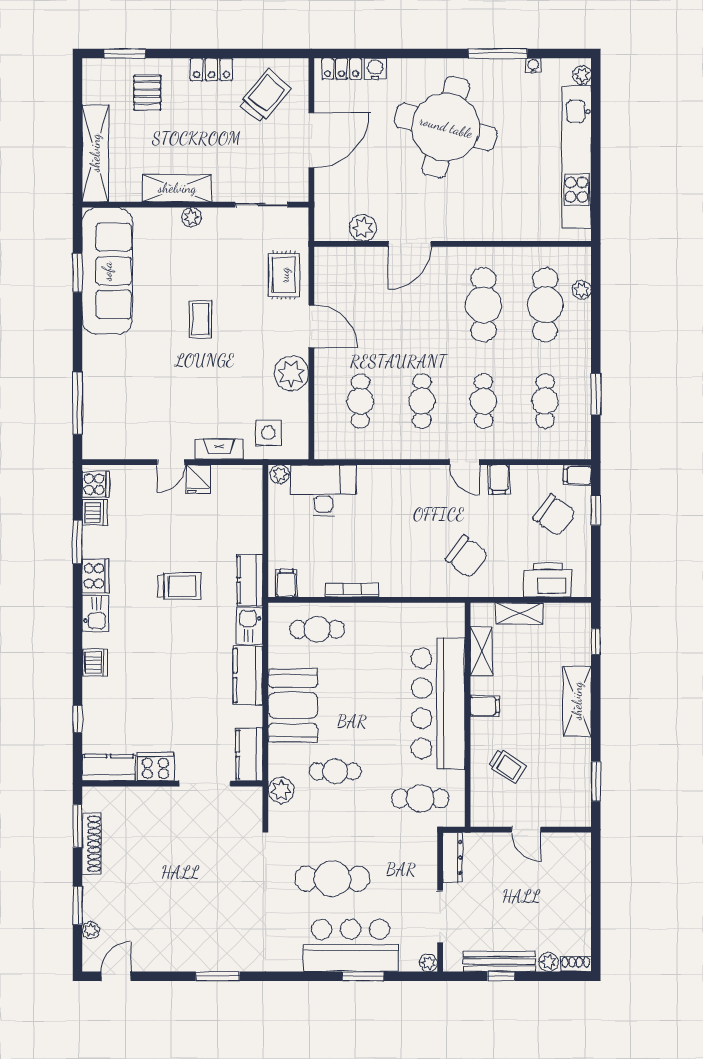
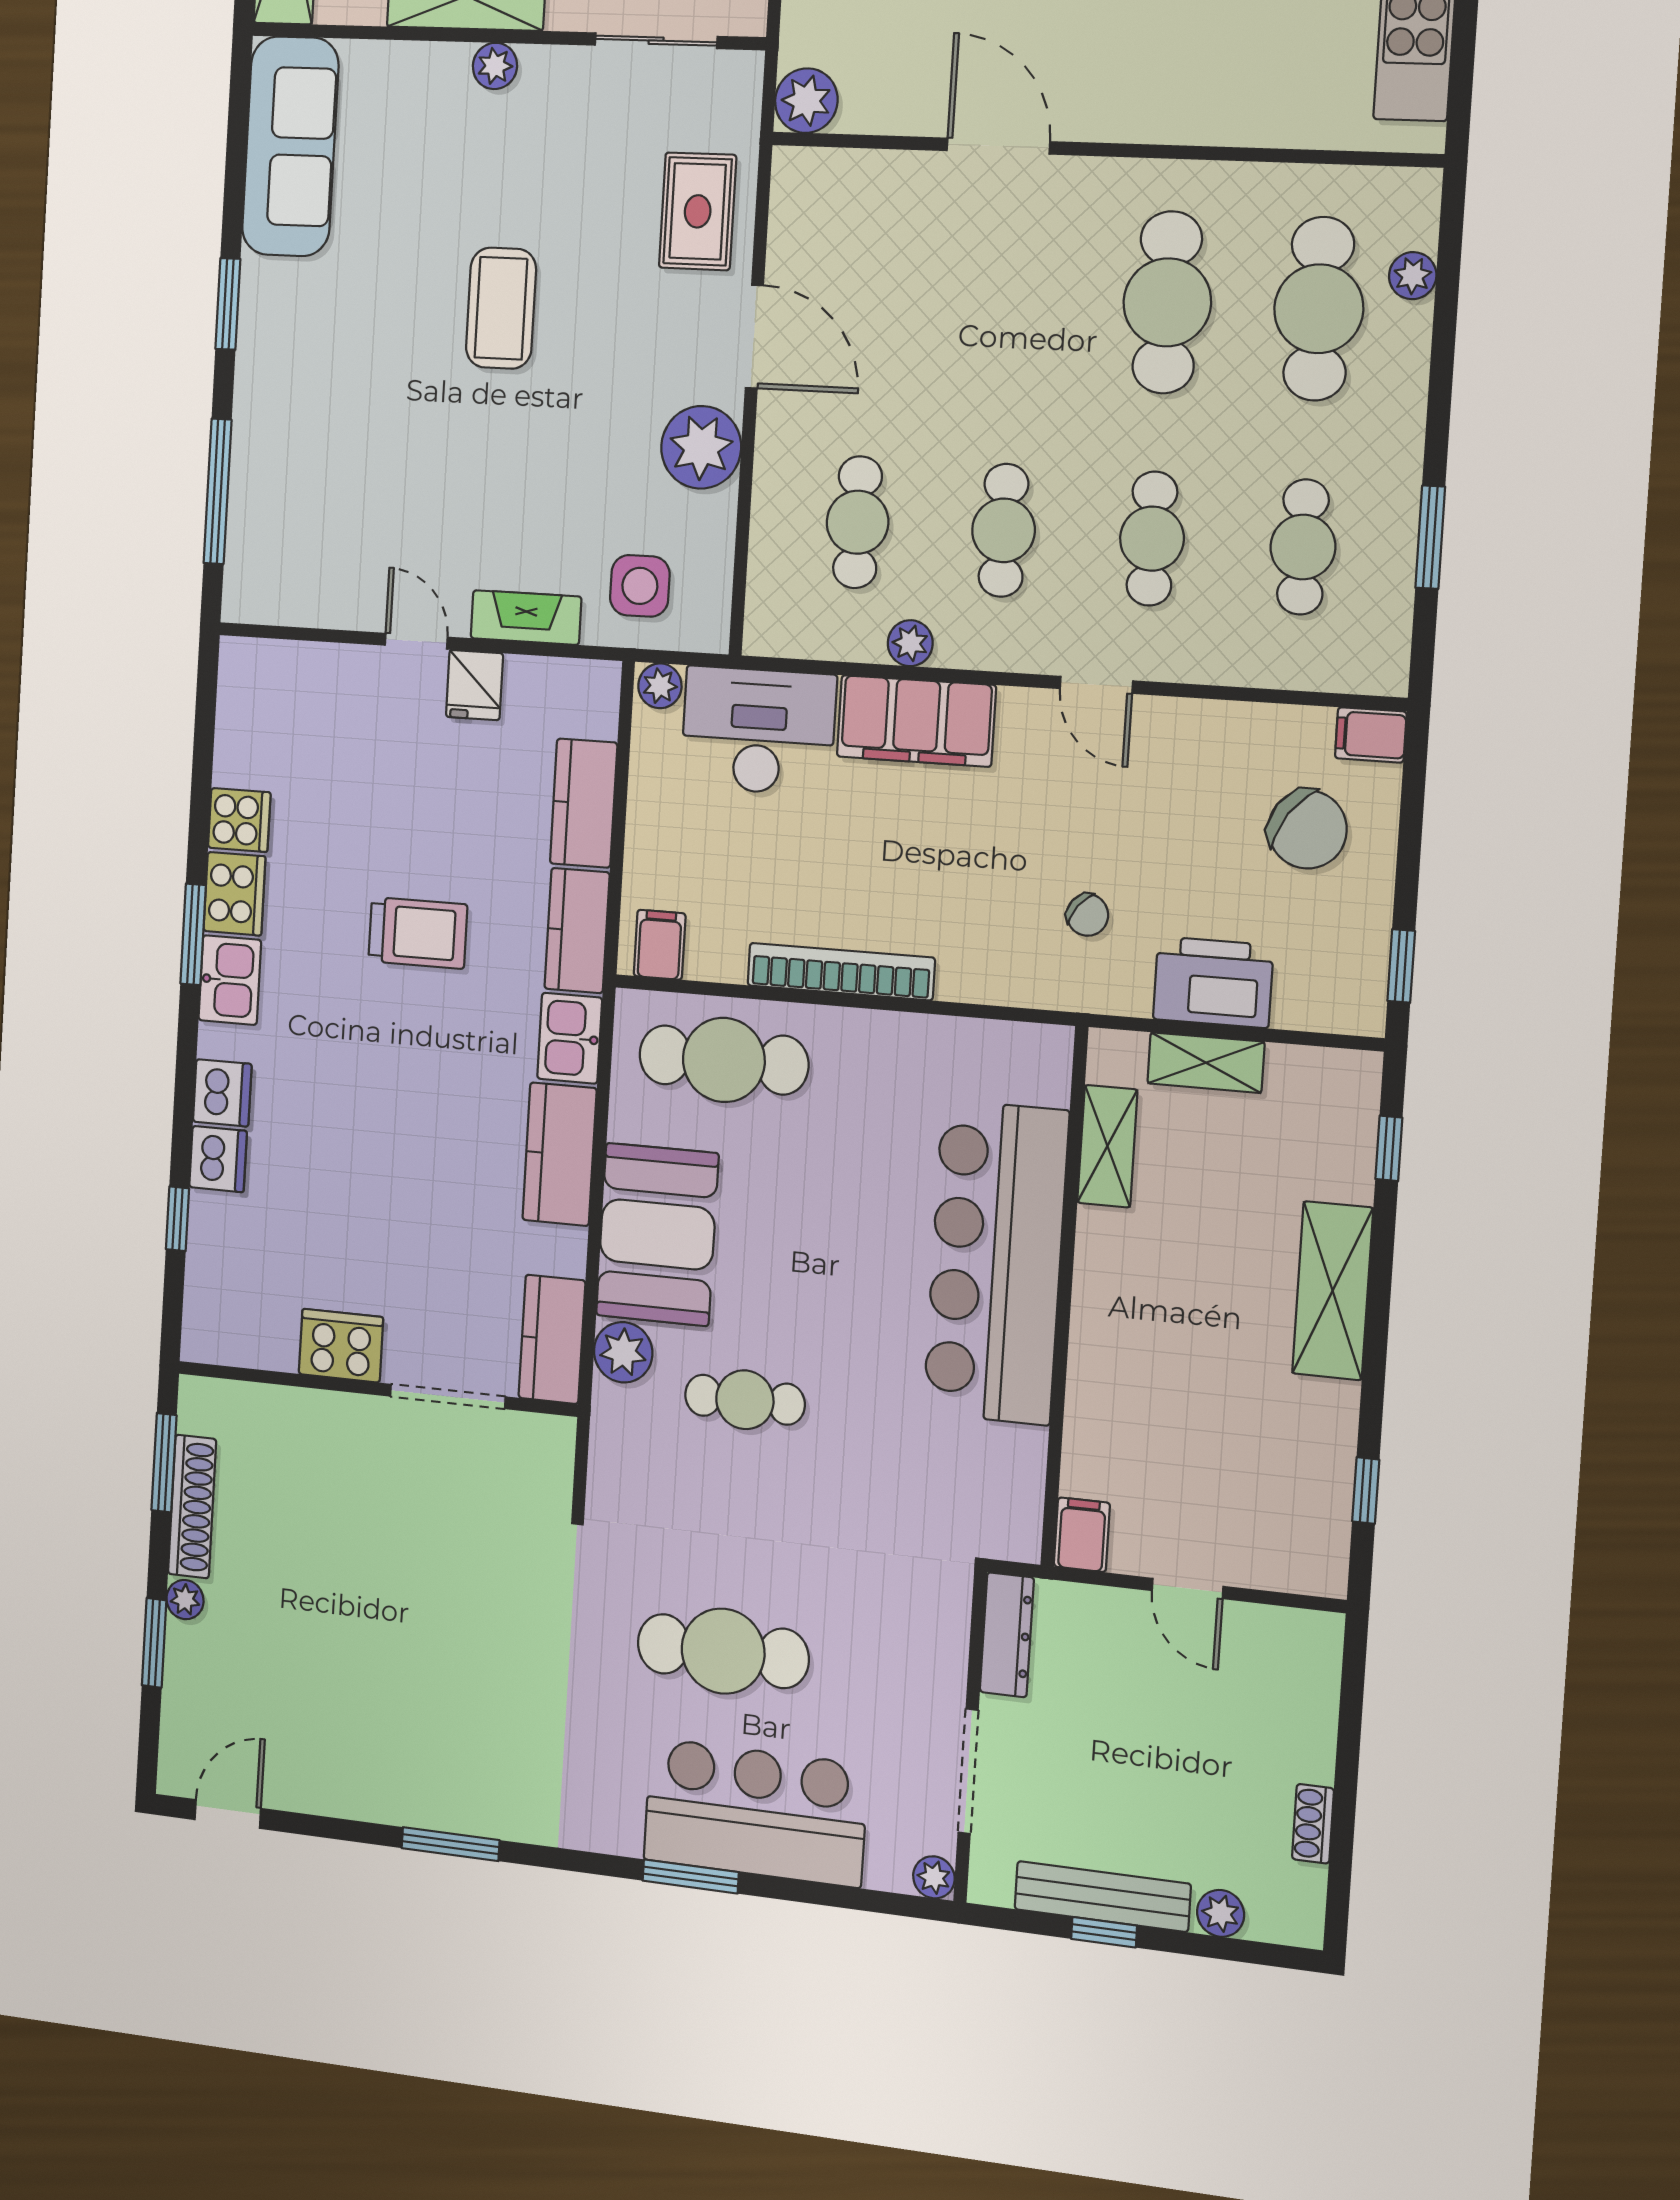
plant: (363, 228) -> (806, 101), moved
door: (410, 244) -> (998, 146), swing flipped
sofa: (107, 271) -> (290, 146), width x0.74, depth x0.79
window: (78, 273) -> (228, 304), moved
coffee table: (200, 319) -> (501, 308), width x1.36, depth x1.30
plant: (386, 450) -> (910, 643), added
door: (171, 462) -> (416, 641), swing flipped
filing cabinet: (499, 479) -> (916, 721), moved, width x3.00, depth x1.17
cooker: (96, 484) -> (239, 820), moved
window: (596, 511) -> (1401, 966), moved
dishwasher: (95, 512) -> (218, 1159), moved
window: (78, 542) -> (193, 934), moved
chair: (467, 557) -> (1087, 915), width x0.54, depth x0.54
printer: (548, 580) -> (1213, 982), moved
bookcase: (352, 590) -> (841, 972), width x1.48, depth x1.31
cafe table: (317, 629) -> (724, 1060), width x1.37, depth x1.35
filing cabinet: (485, 706) -> (1082, 1535), moved, turned -90
trolley: (507, 766) -> (1152, 1430), removed
kitchen counter: (109, 768) -> (584, 803), moved, turned -90
window: (596, 781) -> (1366, 1491), width x0.67
plant: (281, 790) -> (623, 1352), moved
cafe table: (420, 798) -> (939, 1485), removed
plant: (91, 930) -> (185, 1600), moved
shoe rack: (576, 964) -> (1313, 1824), moved, turned -90
window: (363, 976) -> (691, 1876), moved

